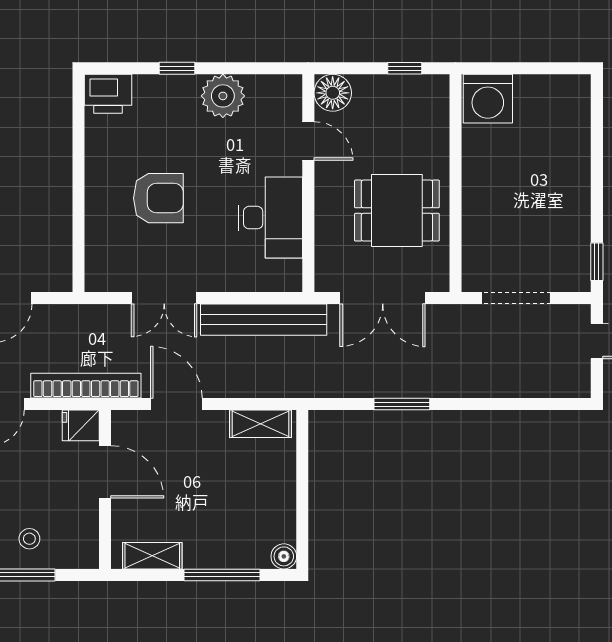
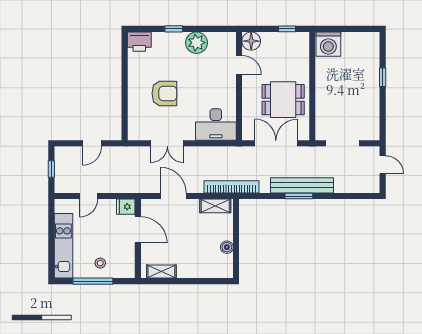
desk: (270, 218) -> (216, 124), moved, turned 90
window: (597, 262) -> (383, 77), moved
double door: (383, 298) -> (276, 143), swing flipped
bench: (264, 320) -> (302, 185), moved
bookcase: (86, 386) -> (231, 187), moved
window: (402, 404) -> (299, 196), moved
boiler: (284, 556) -> (227, 247), moved
window: (222, 575) -> (196, 281), removed

